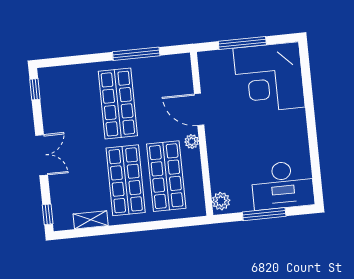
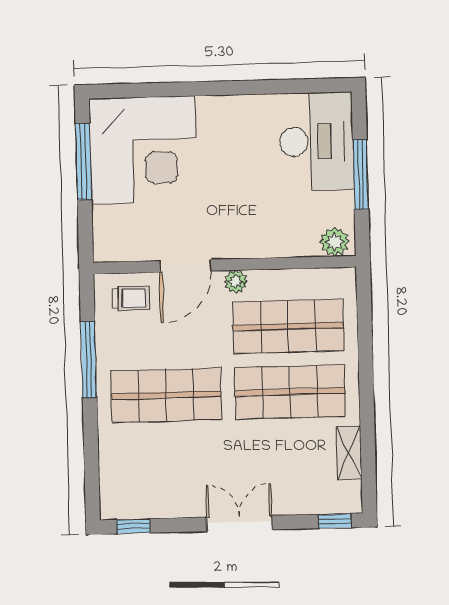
window: (242, 43) -> (84, 162), moved
trolley: (176, 77) -> (131, 298), added

